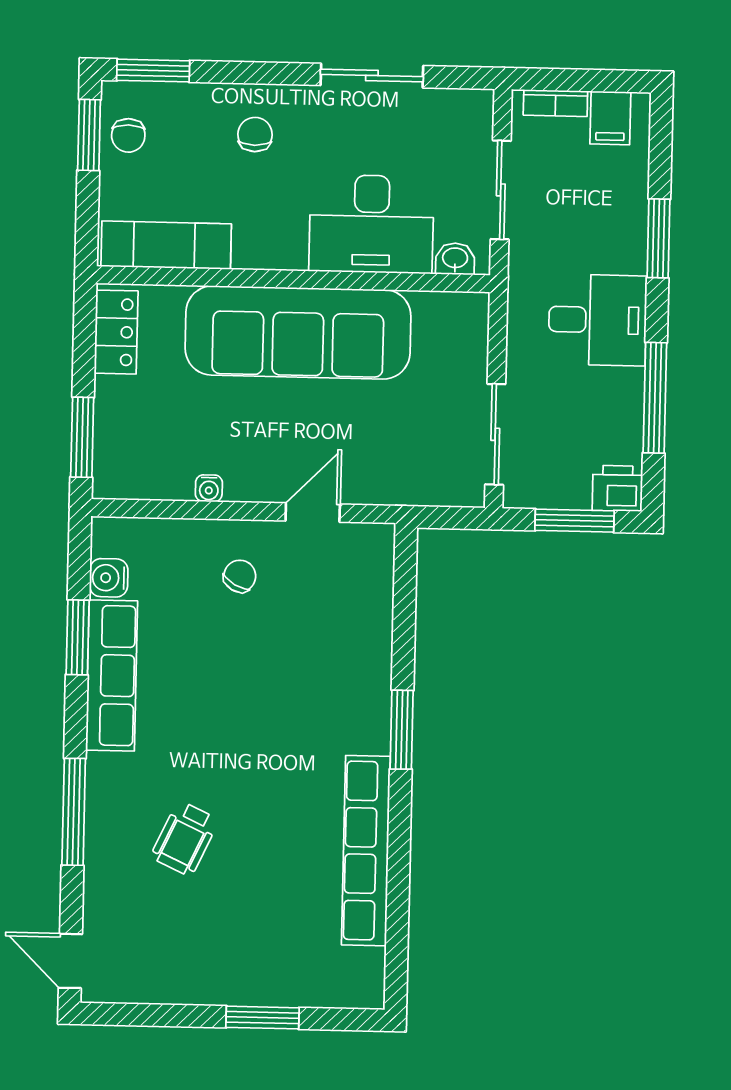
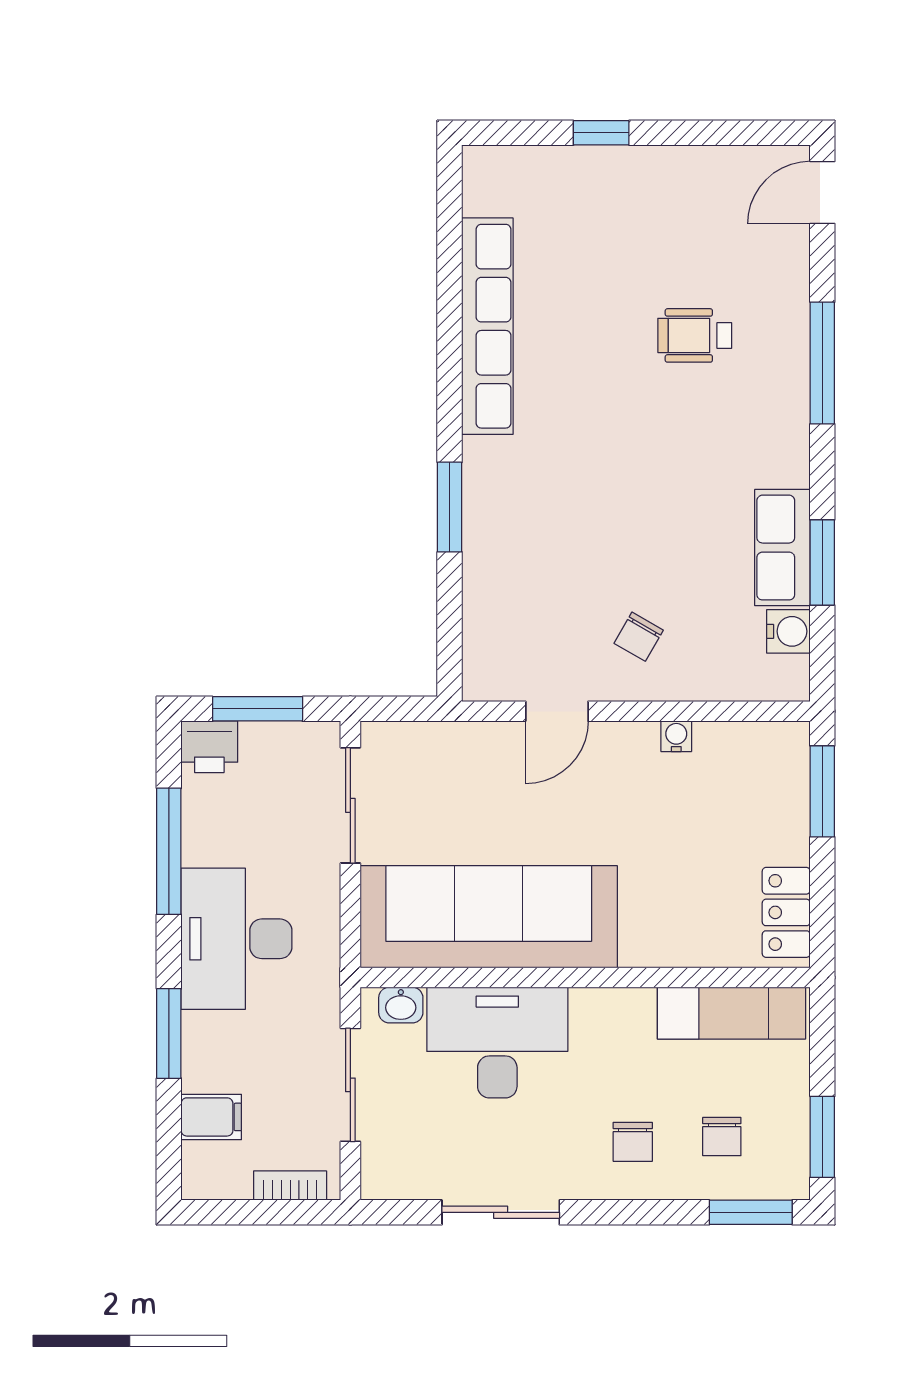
filing cabinet: (610, 118) -> (211, 1117), moved, turned 90
chair: (128, 135) -> (722, 1137), moved, turned 180
desk: (597, 320) -> (236, 939), width x1.37
sofa: (298, 332) -> (489, 917), moved
row of seats: (112, 675) -> (782, 548), width x0.68
window: (402, 730) -> (450, 507), moved
wheelchair: (185, 838) -> (695, 335), turned -115
door: (70, 961) -> (822, 193), swing flipped
window: (263, 1018) -> (601, 133), width x0.67

